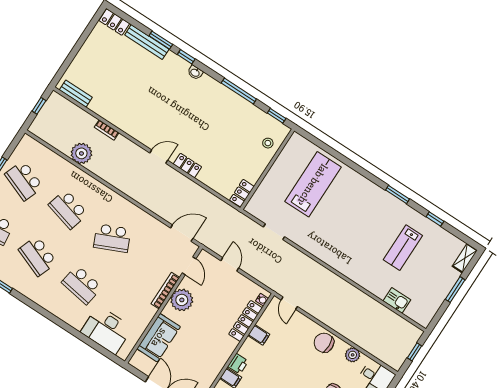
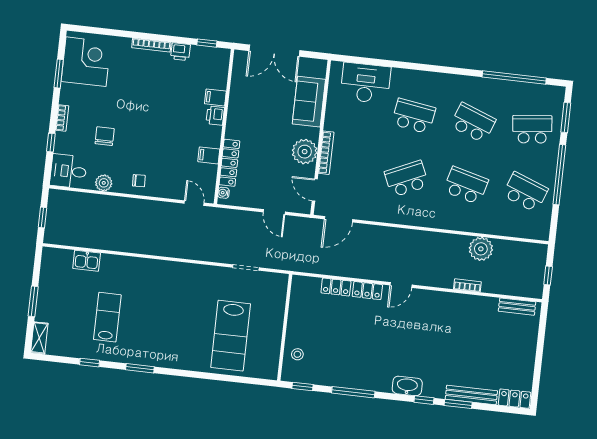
washbasin: (195, 72) -> (407, 386), width x1.91, depth x1.45
locker: (242, 193) -> (336, 287), moved, turned 90
chair: (324, 343) -> (139, 181), width x0.54, depth x0.54

